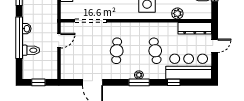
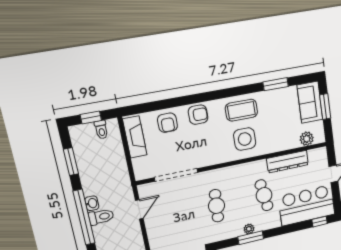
plant: (177, 13) -> (307, 139), moved
dresser: (195, 28) -> (288, 162), moved
toilet: (31, 50) -> (101, 217), moved
window: (174, 82) -> (320, 222), moved

